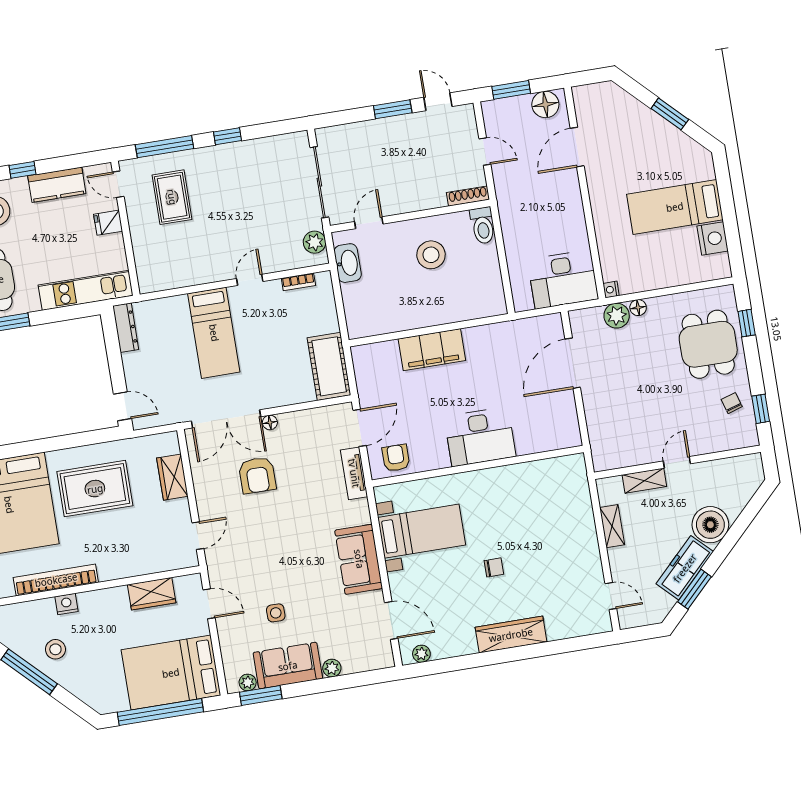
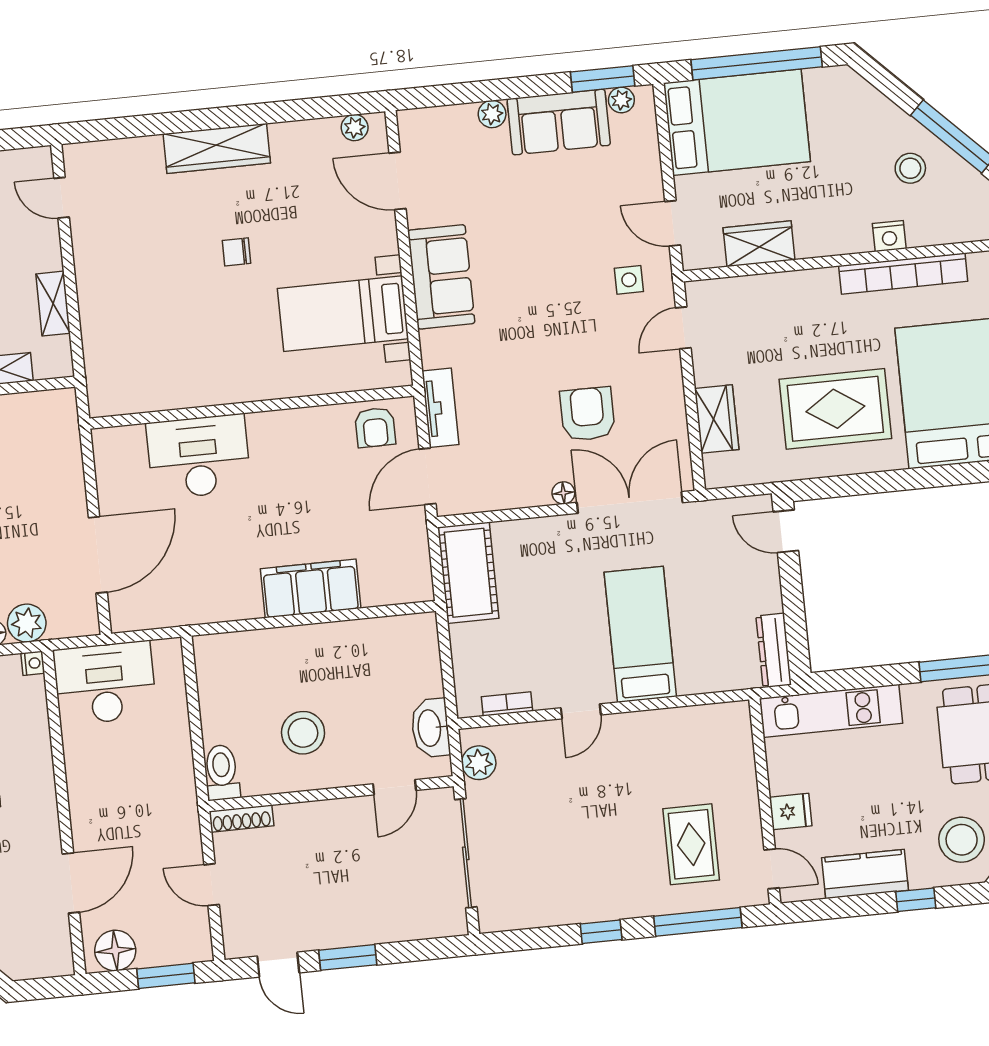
desk: (480, 437) -> (199, 457), moved
side table: (276, 613) -> (629, 280), moved

